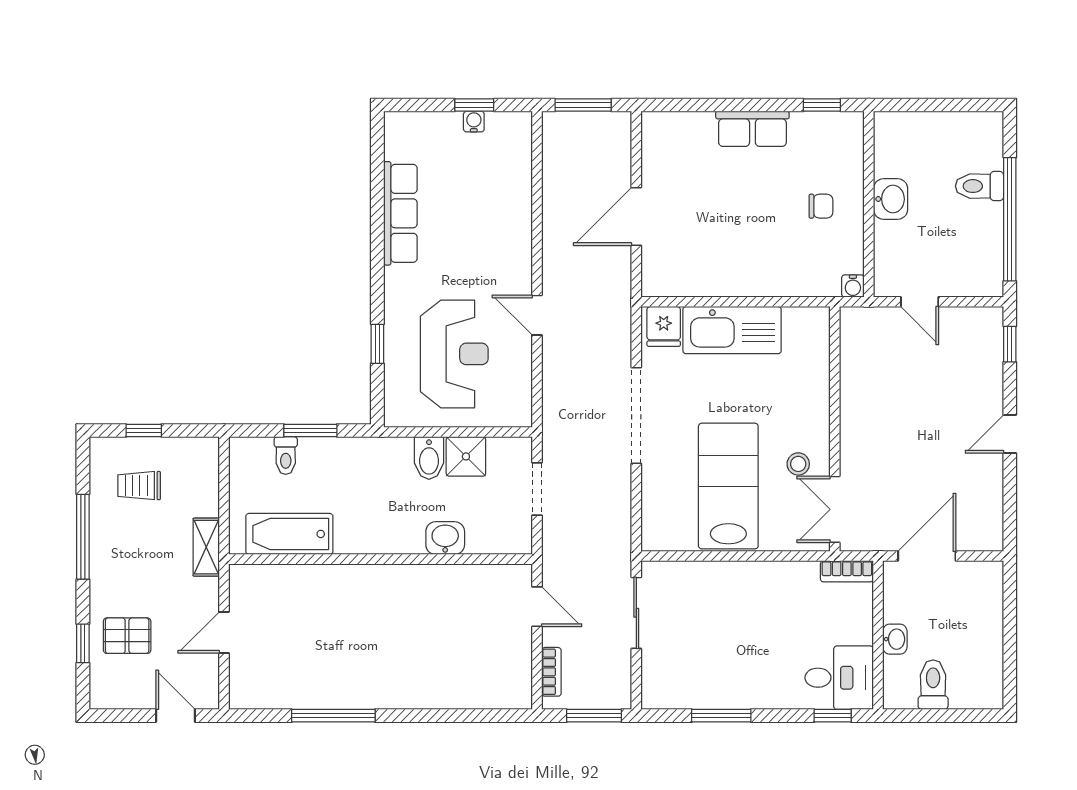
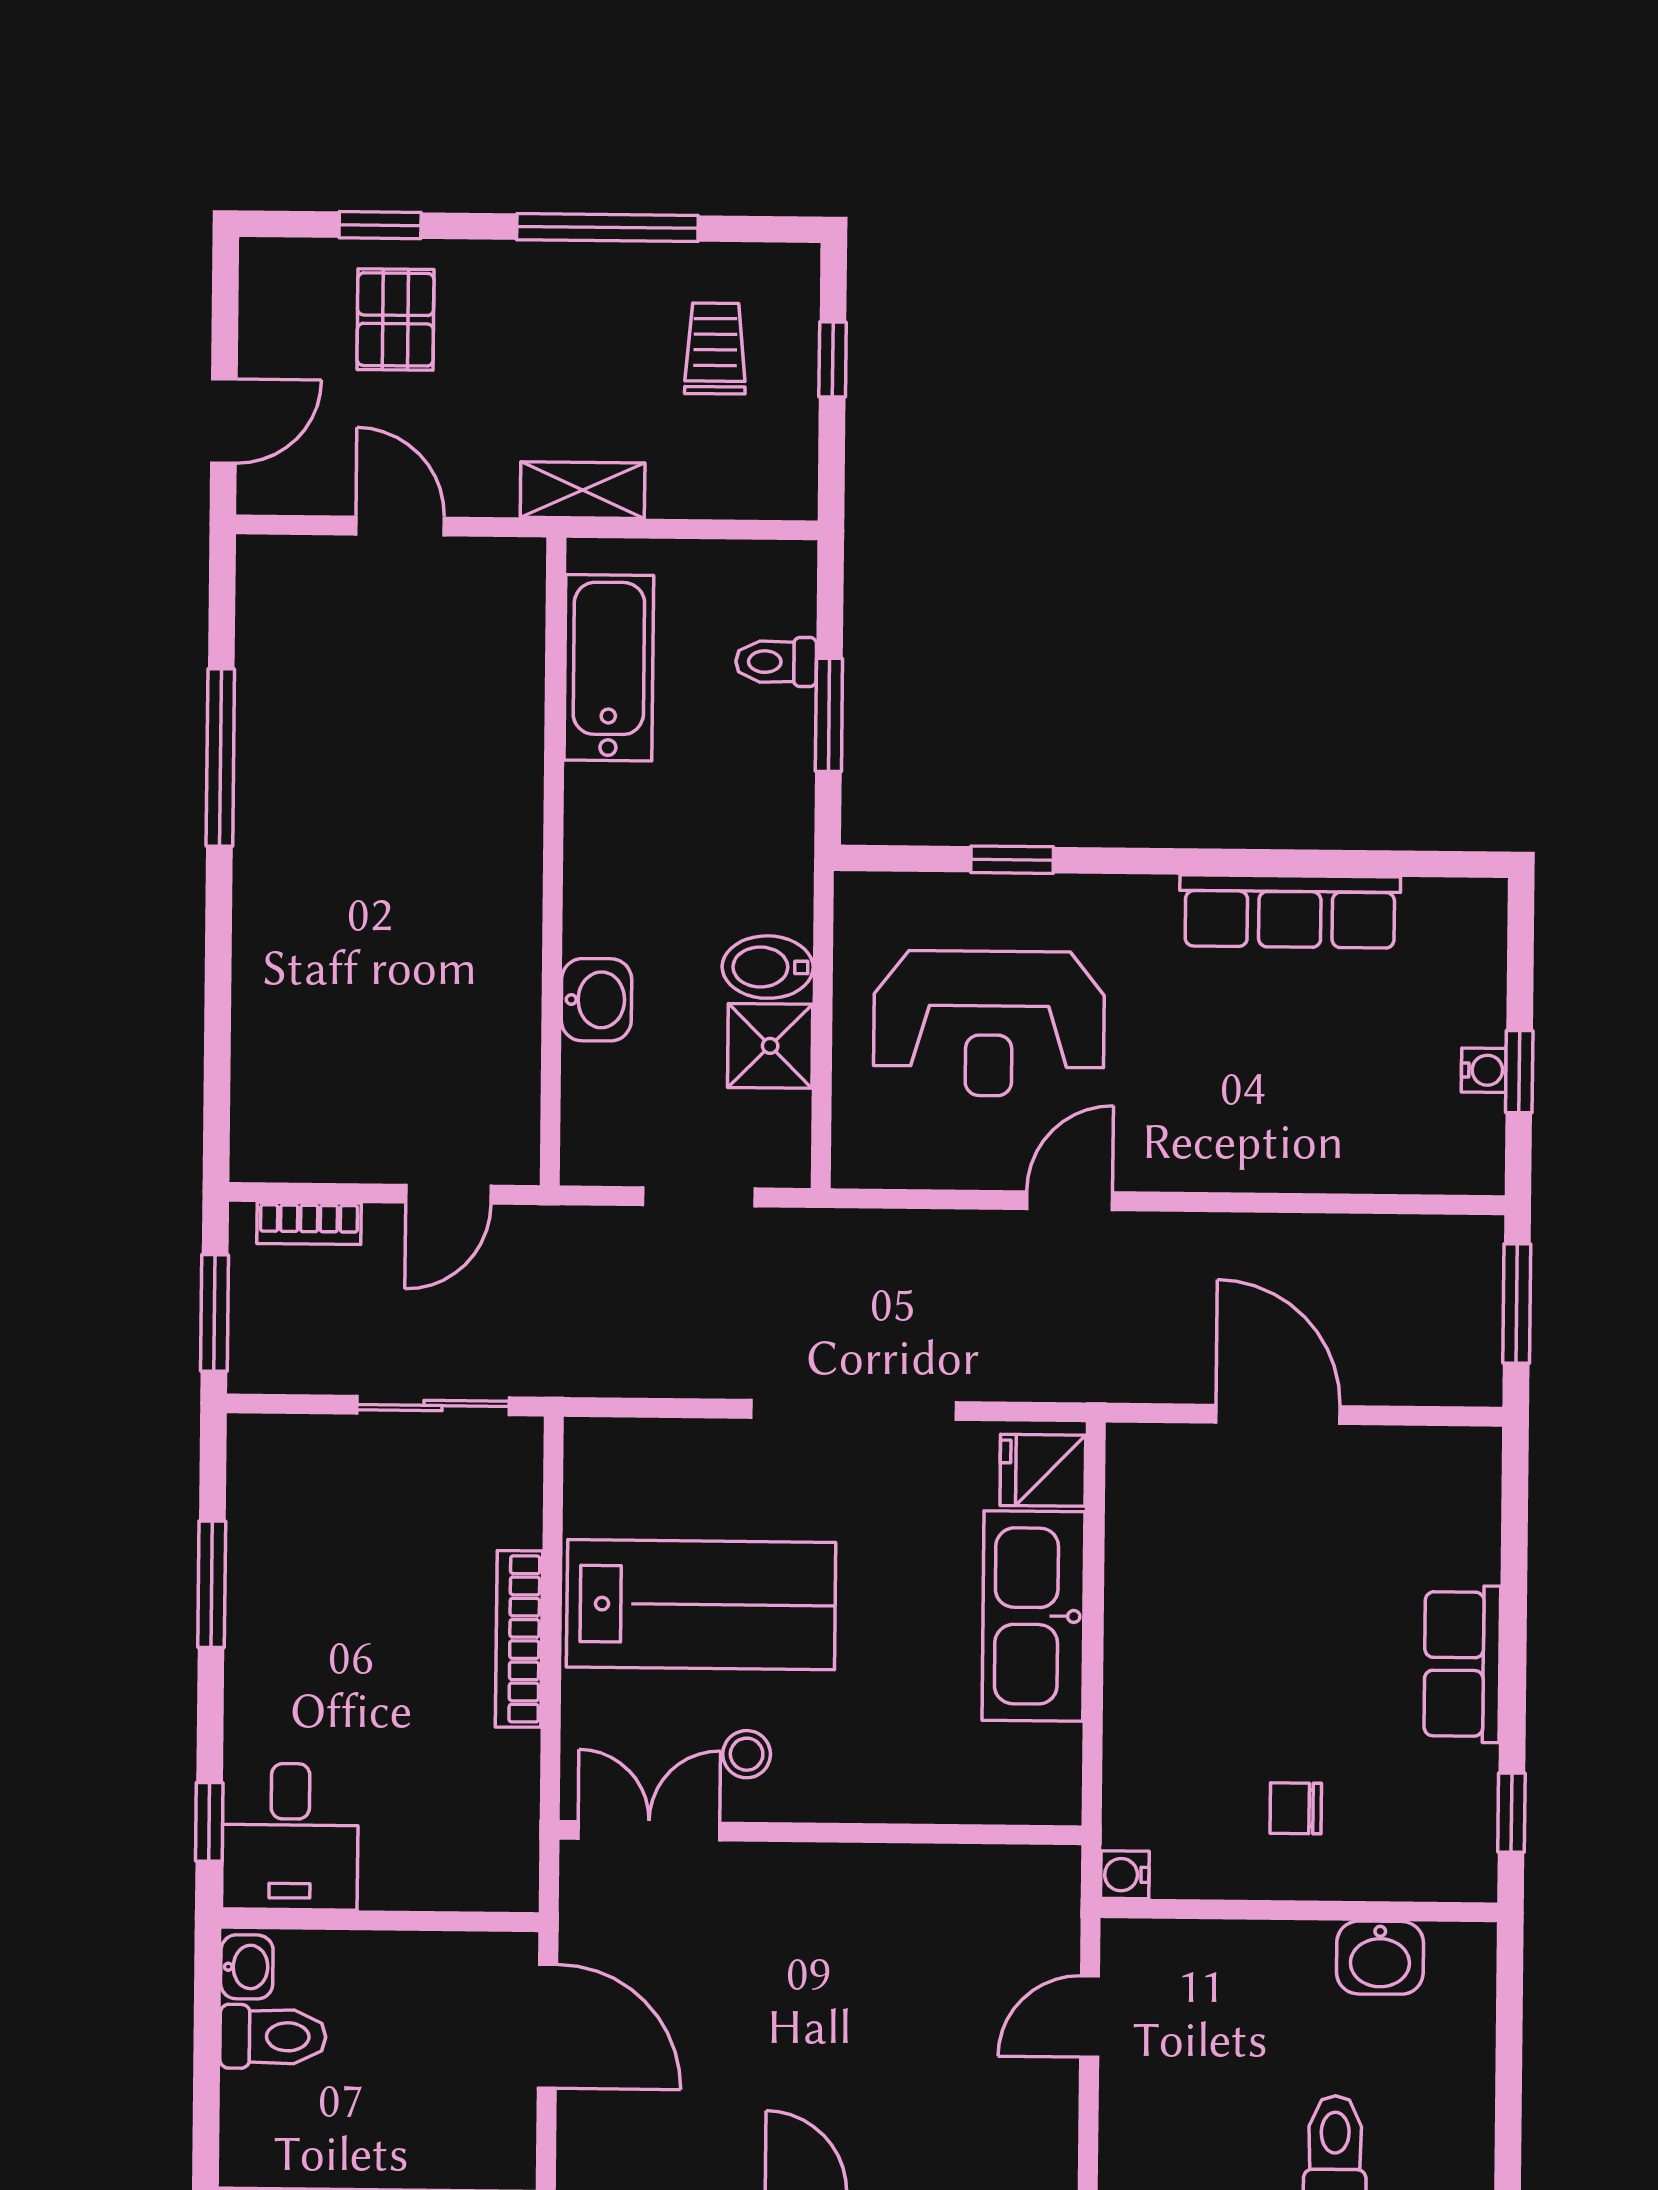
washbasin: (891, 199) -> (1380, 1958), moved
chair: (821, 206) -> (1296, 1808), turned 90
bookcase: (847, 571) -> (519, 1639), moved, width x1.56
washbasin: (895, 639) -> (247, 1967), moved, turned -90

